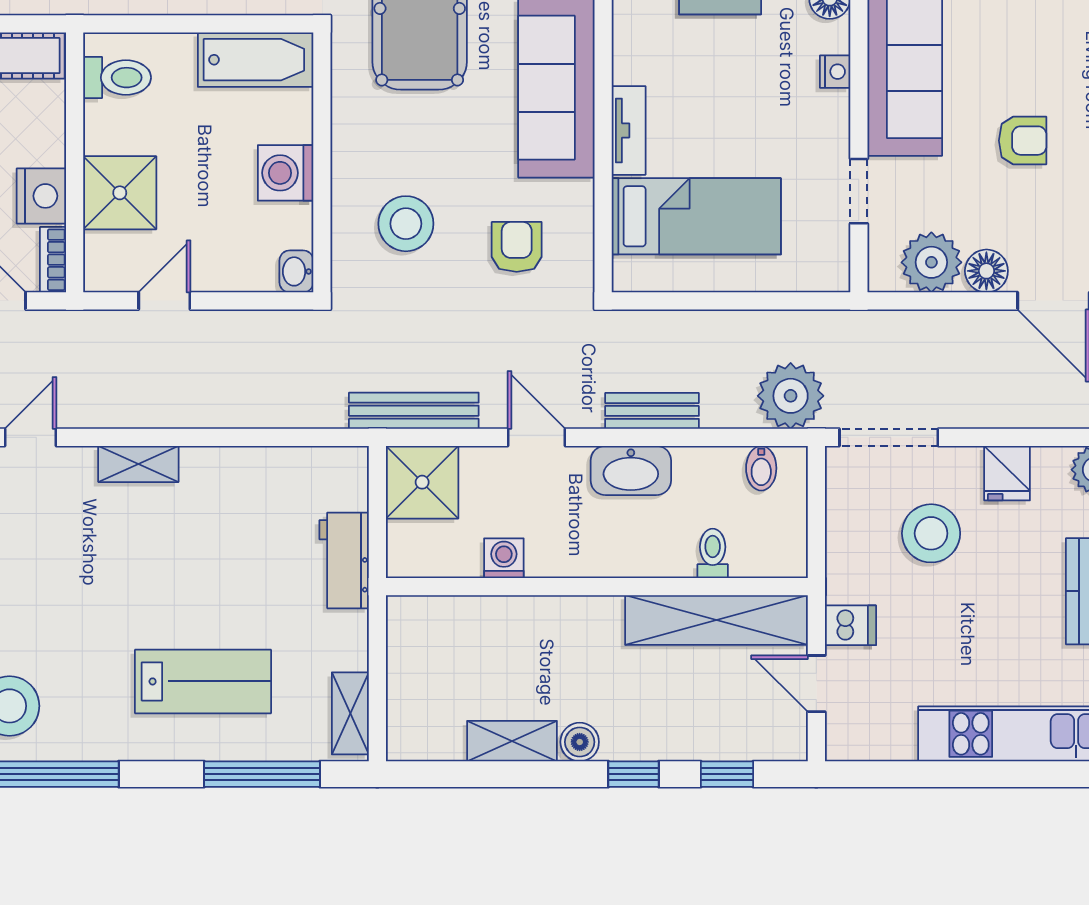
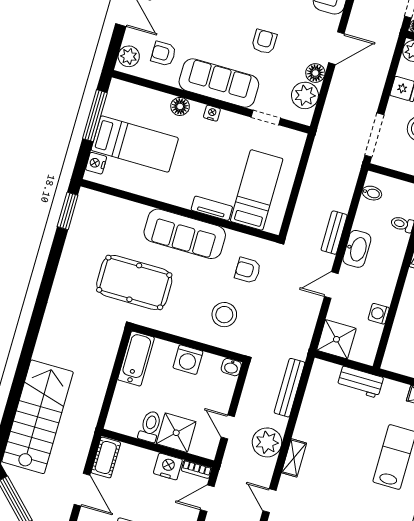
toilet: (117, 78) -> (150, 426), moved
plant: (791, 396) -> (267, 442), moved
bench: (414, 411) -> (290, 388), moved

